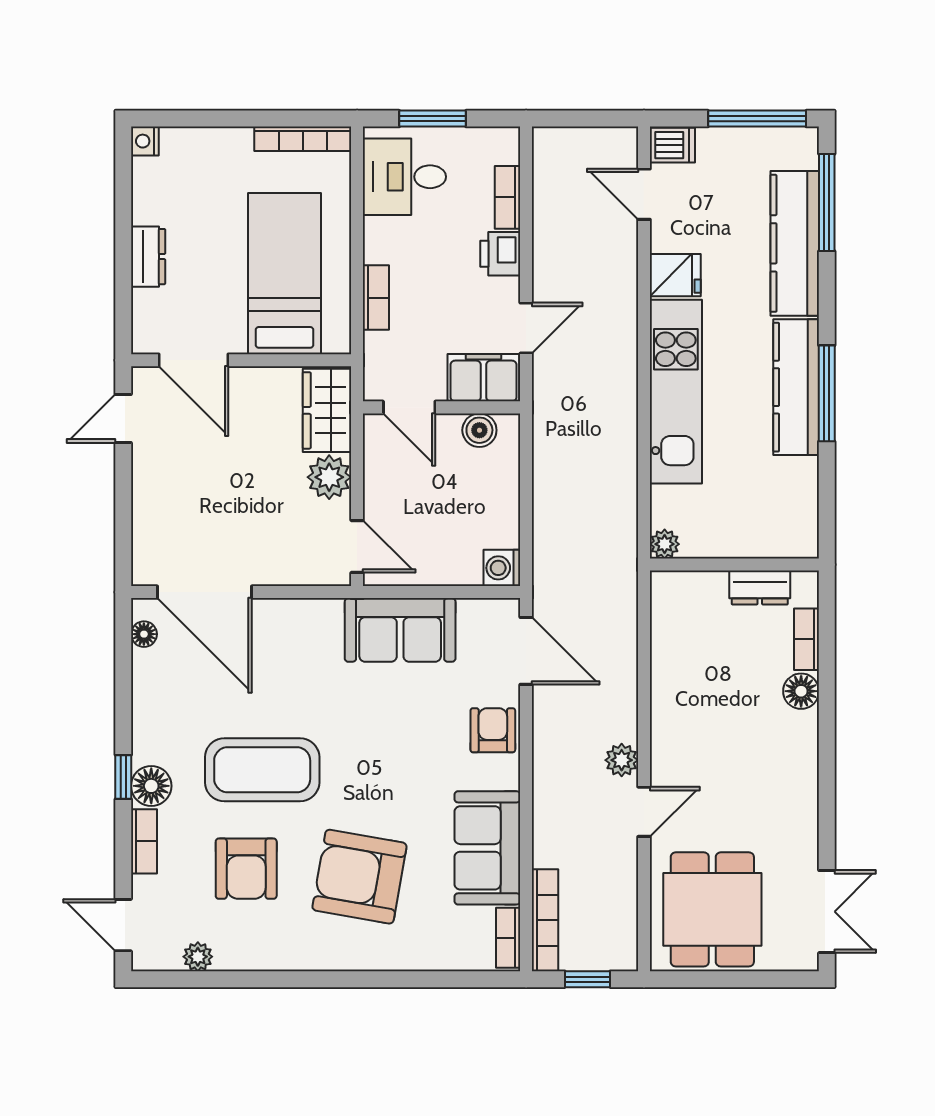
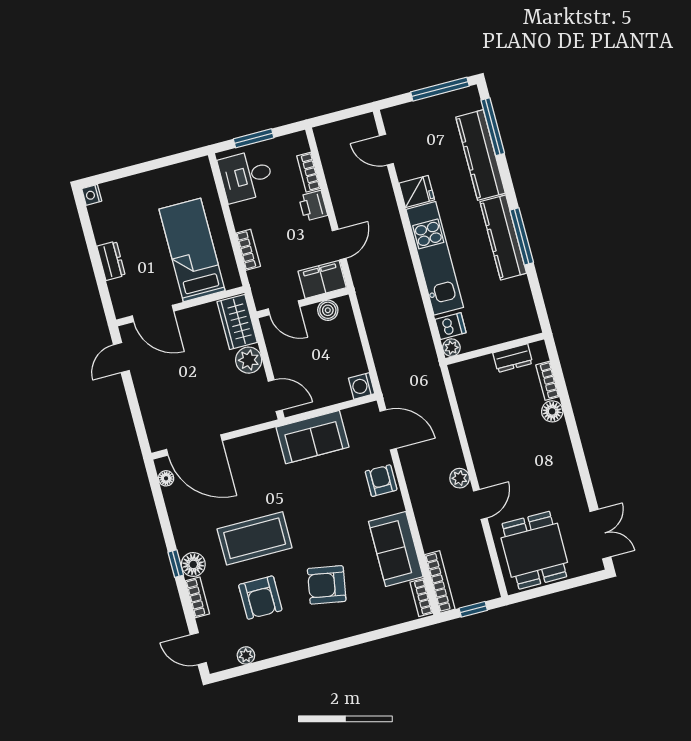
bookcase: (303, 139) -> (182, 170), removed
dishwasher: (672, 145) -> (451, 326), moved
armchair: (359, 877) -> (327, 585), width x0.73, depth x0.73

